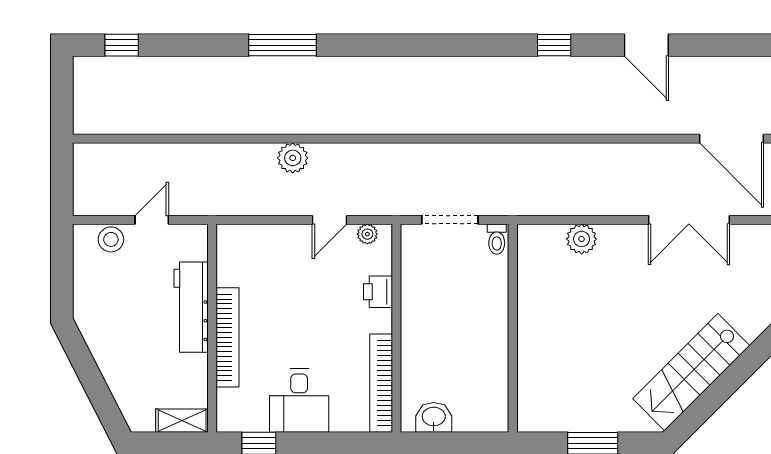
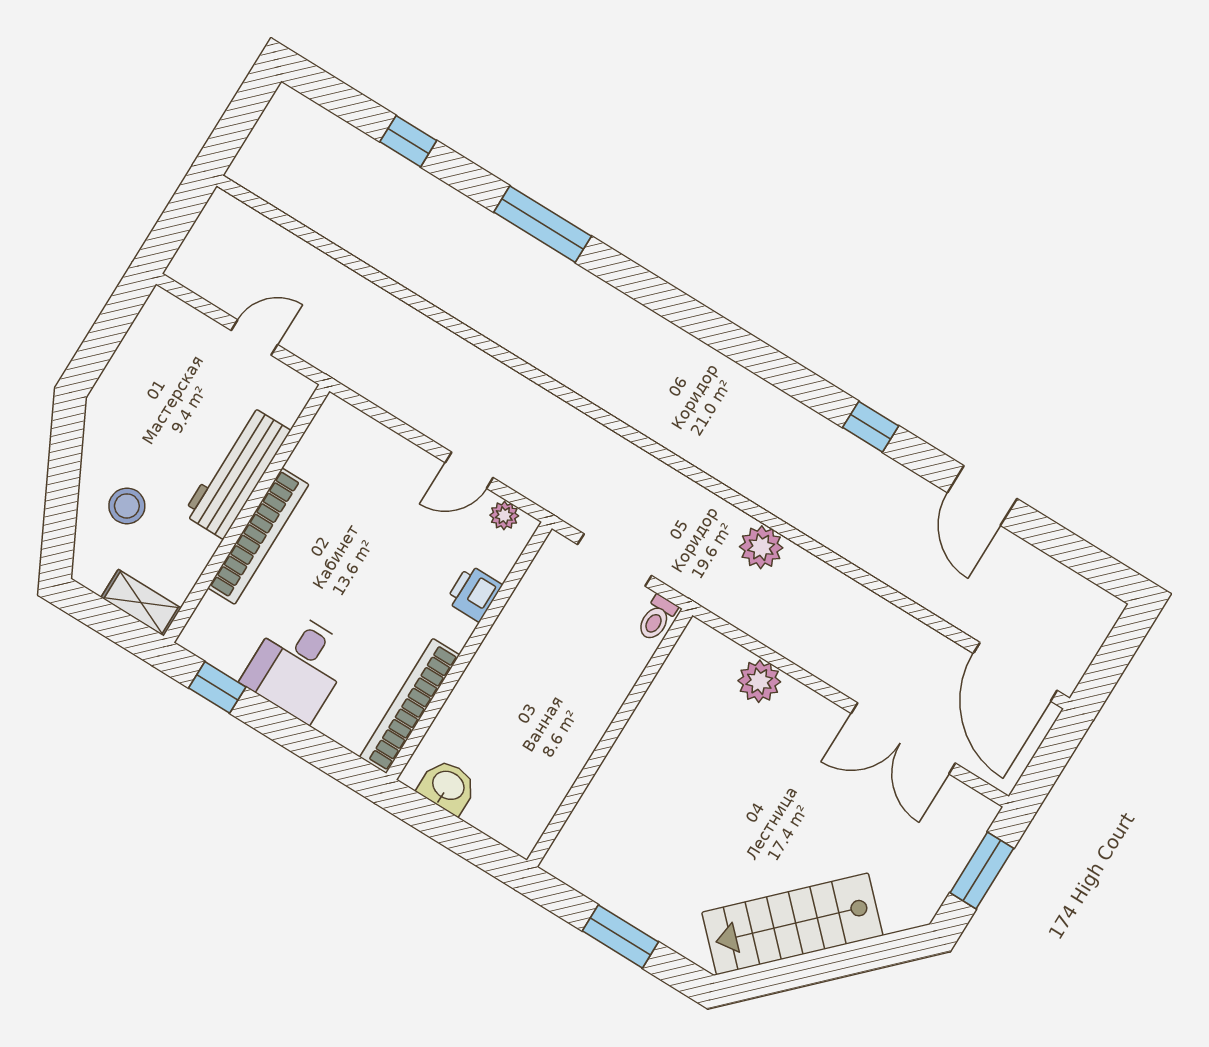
window: (122, 45) -> (408, 141), moved
plant: (293, 158) -> (761, 547), moved
stool: (111, 239) -> (127, 506), moved

